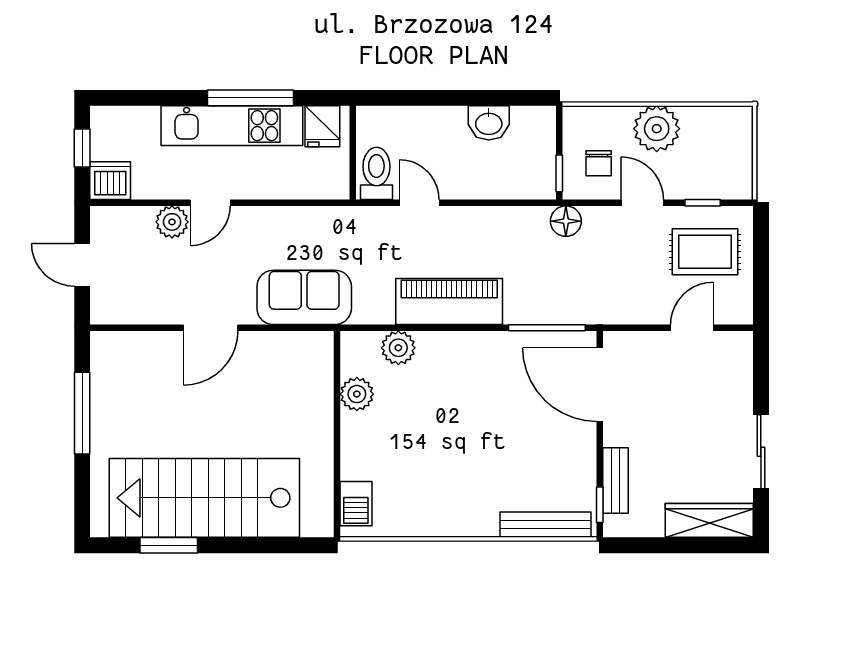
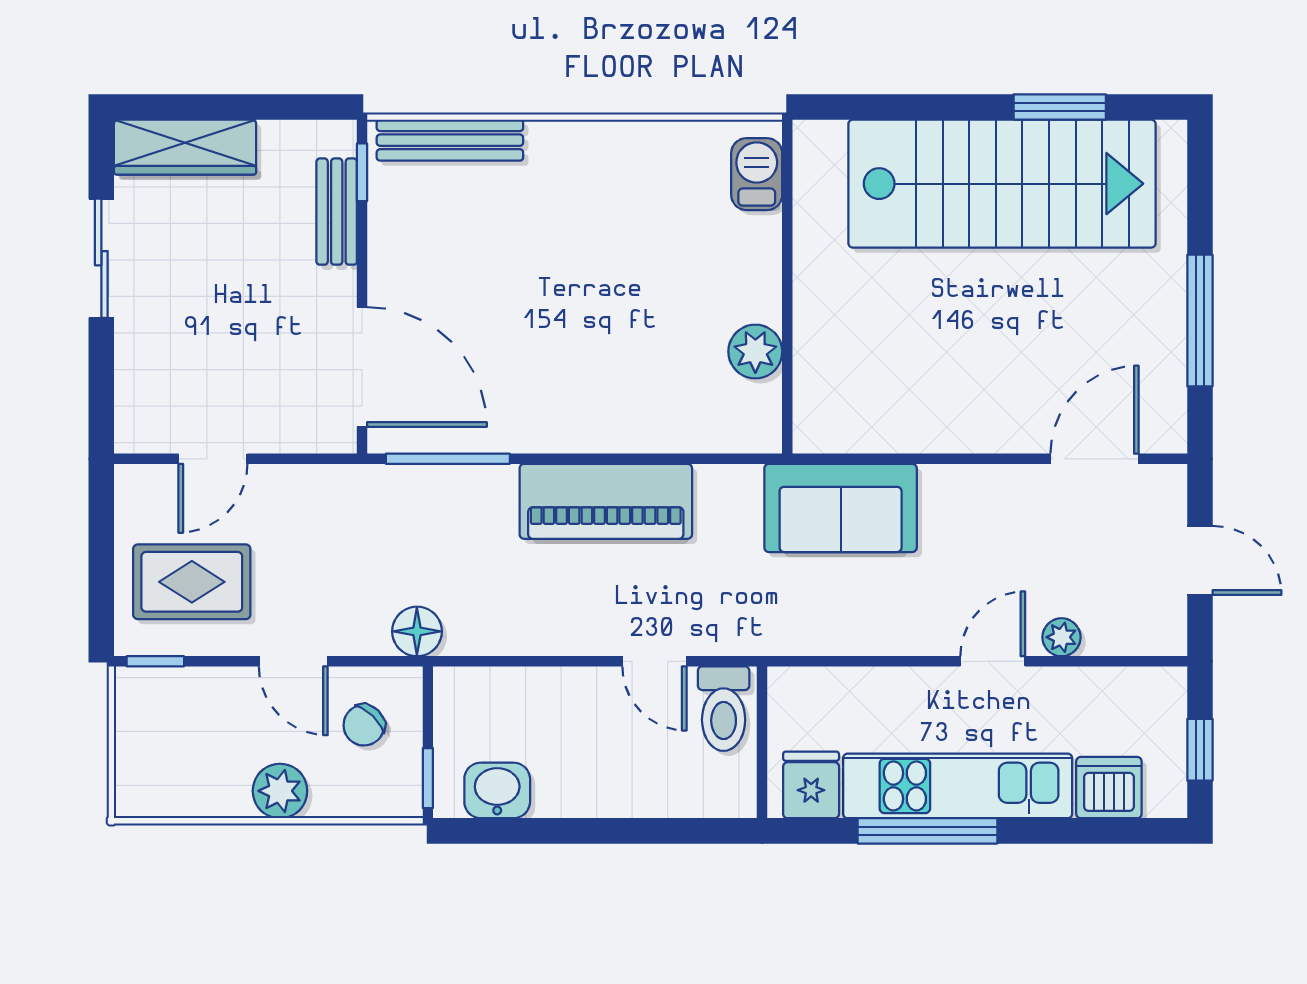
washbasin: (489, 123) -> (497, 790), moved
plant: (657, 129) -> (280, 791), width x0.73, depth x0.73
chair: (599, 163) -> (364, 725), turned -136
window: (559, 173) -> (428, 778), moved
dishwasher: (110, 181) -> (1109, 788), moved, turned 180
window: (703, 203) -> (155, 661), moved
plant: (172, 222) -> (1062, 637), width x0.73, depth x0.73
door: (211, 328) -> (1095, 459), moved
plant: (398, 348) -> (688, 426), removed

